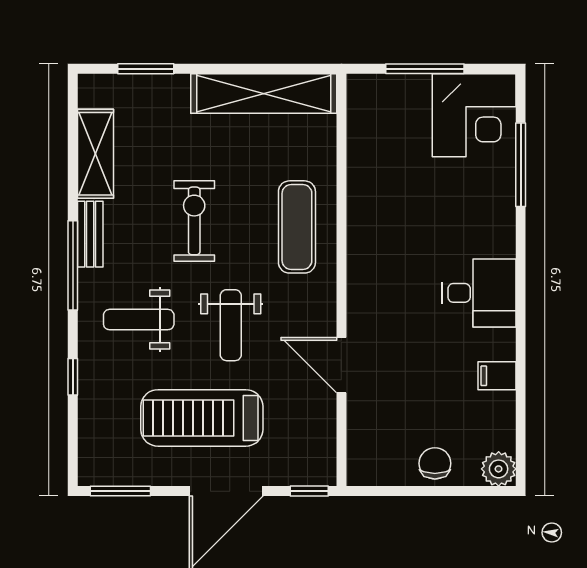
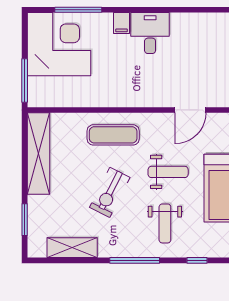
window: (425, 69) -> (25, 81), moved
corner desk: (474, 115) -> (59, 44), width x1.36, depth x1.36
exercise bike: (194, 221) -> (110, 192), turned -63
bench: (90, 234) -> (117, 251), removed
filing cabinet: (497, 376) -> (122, 23), moved

